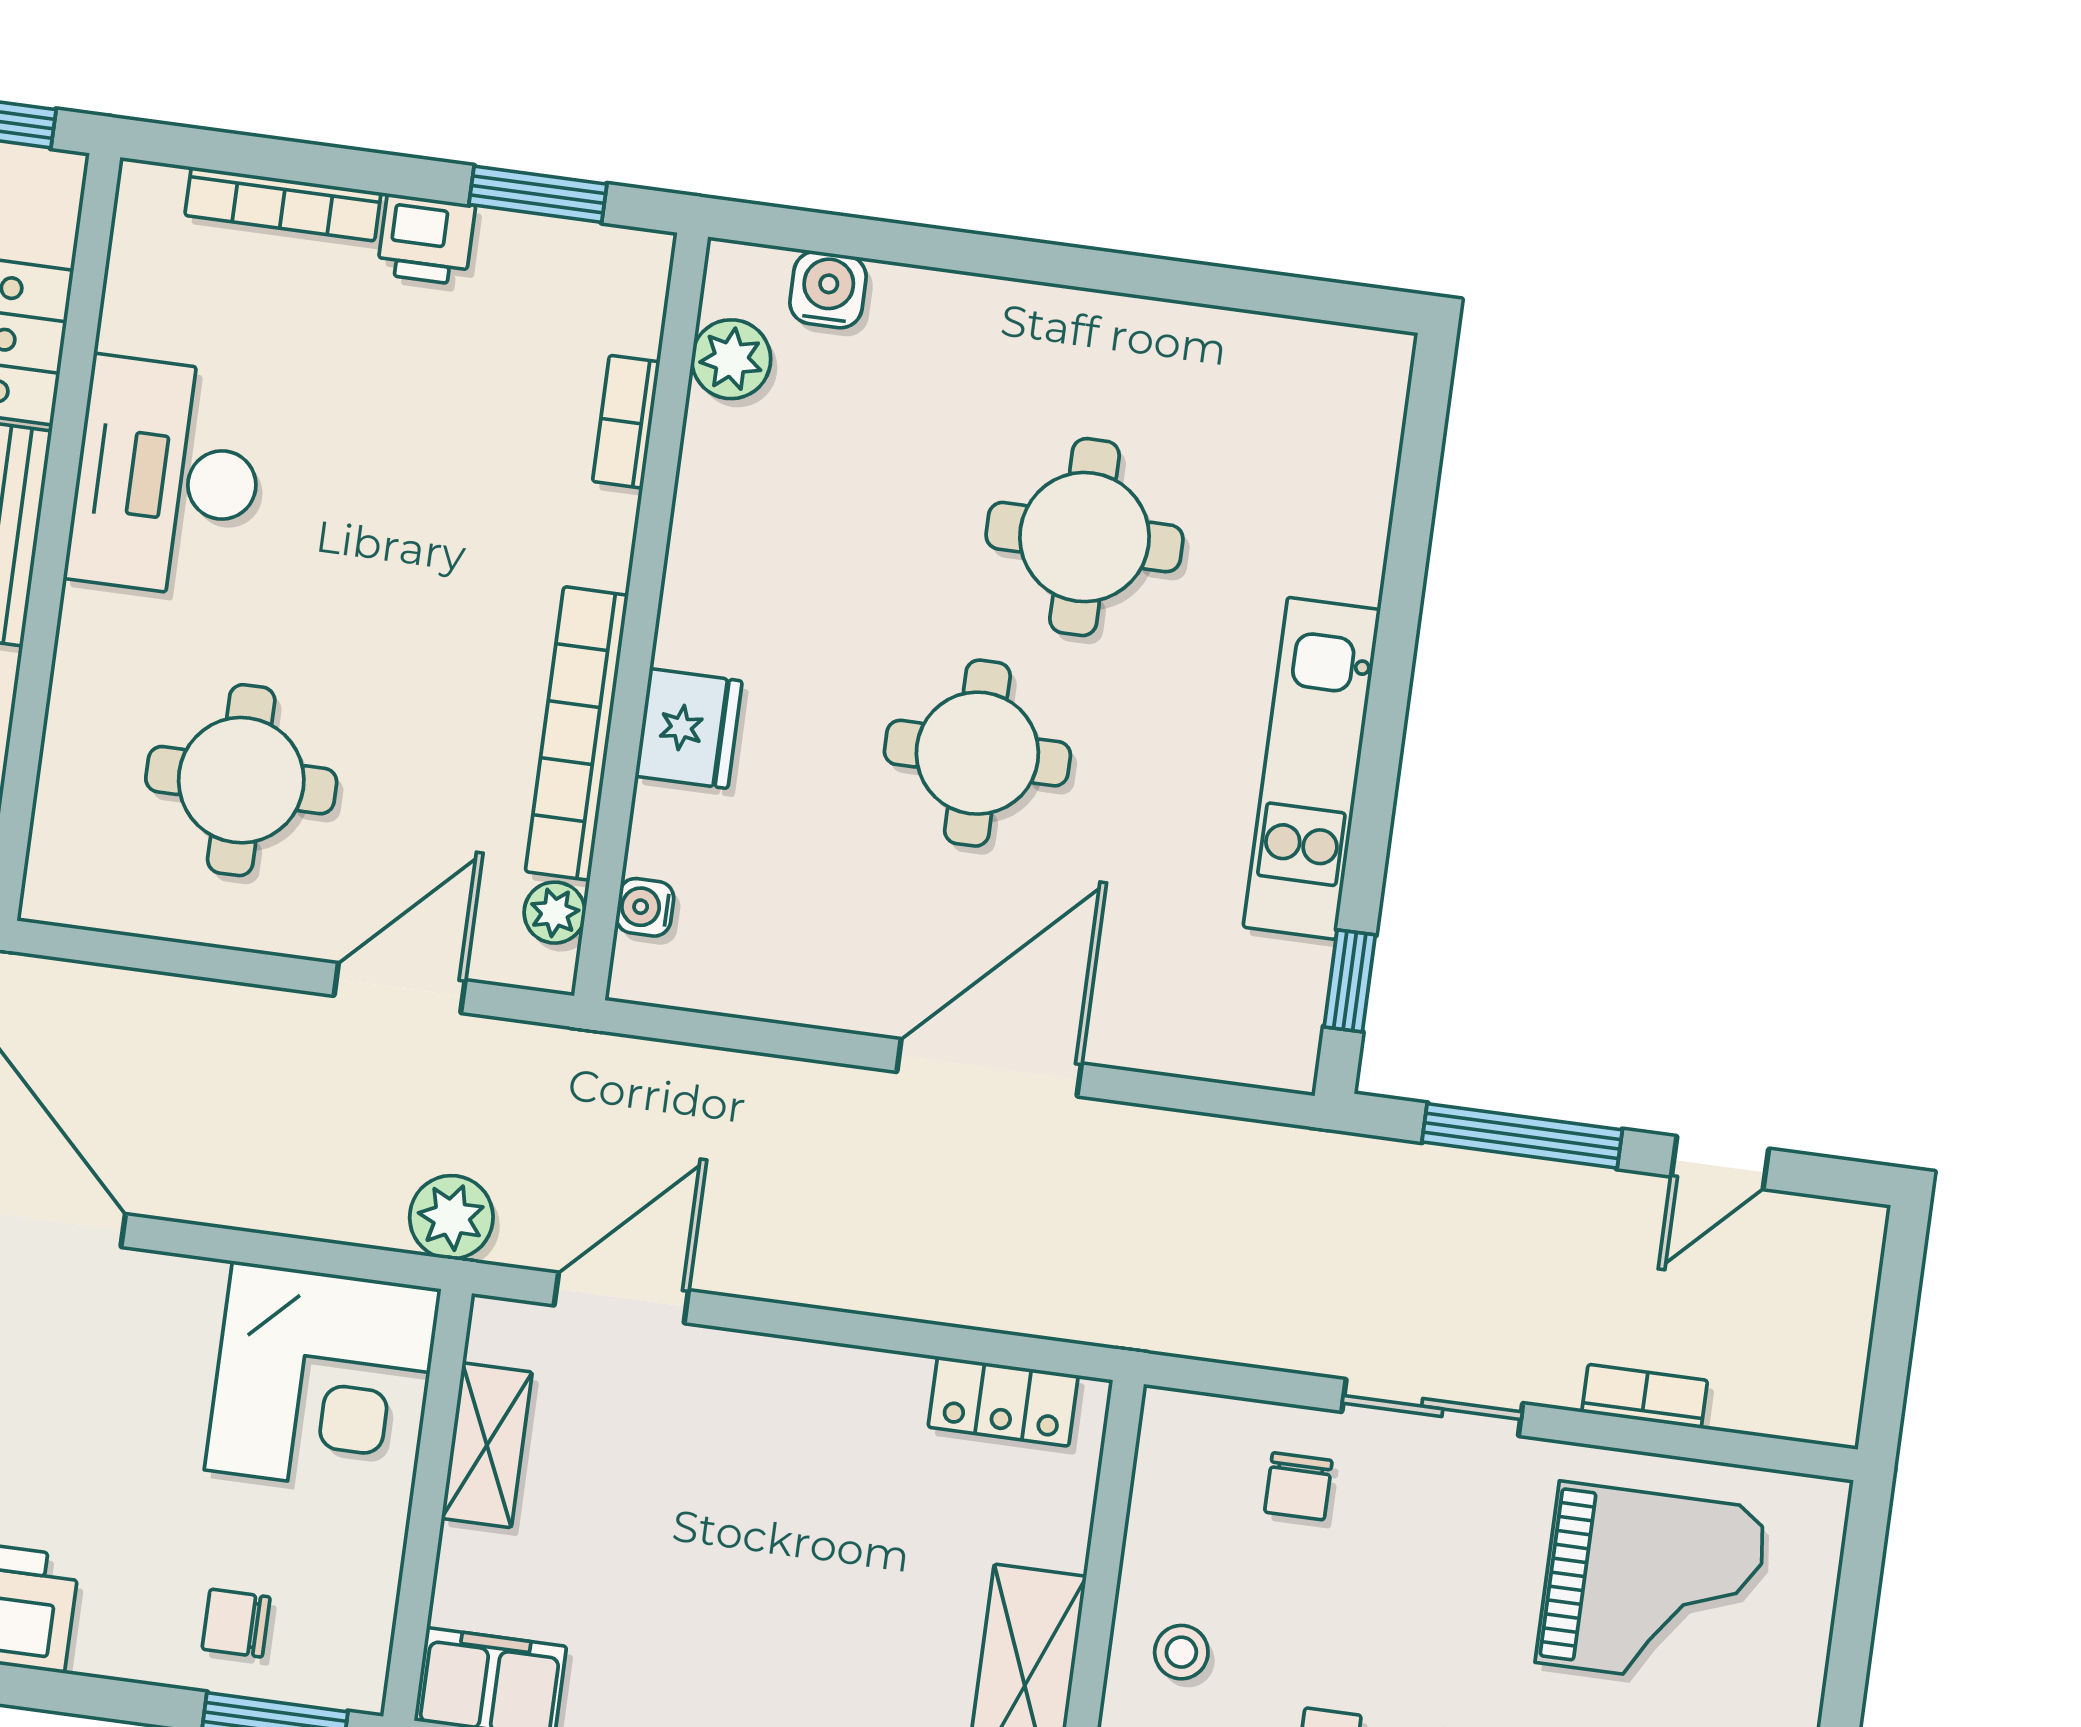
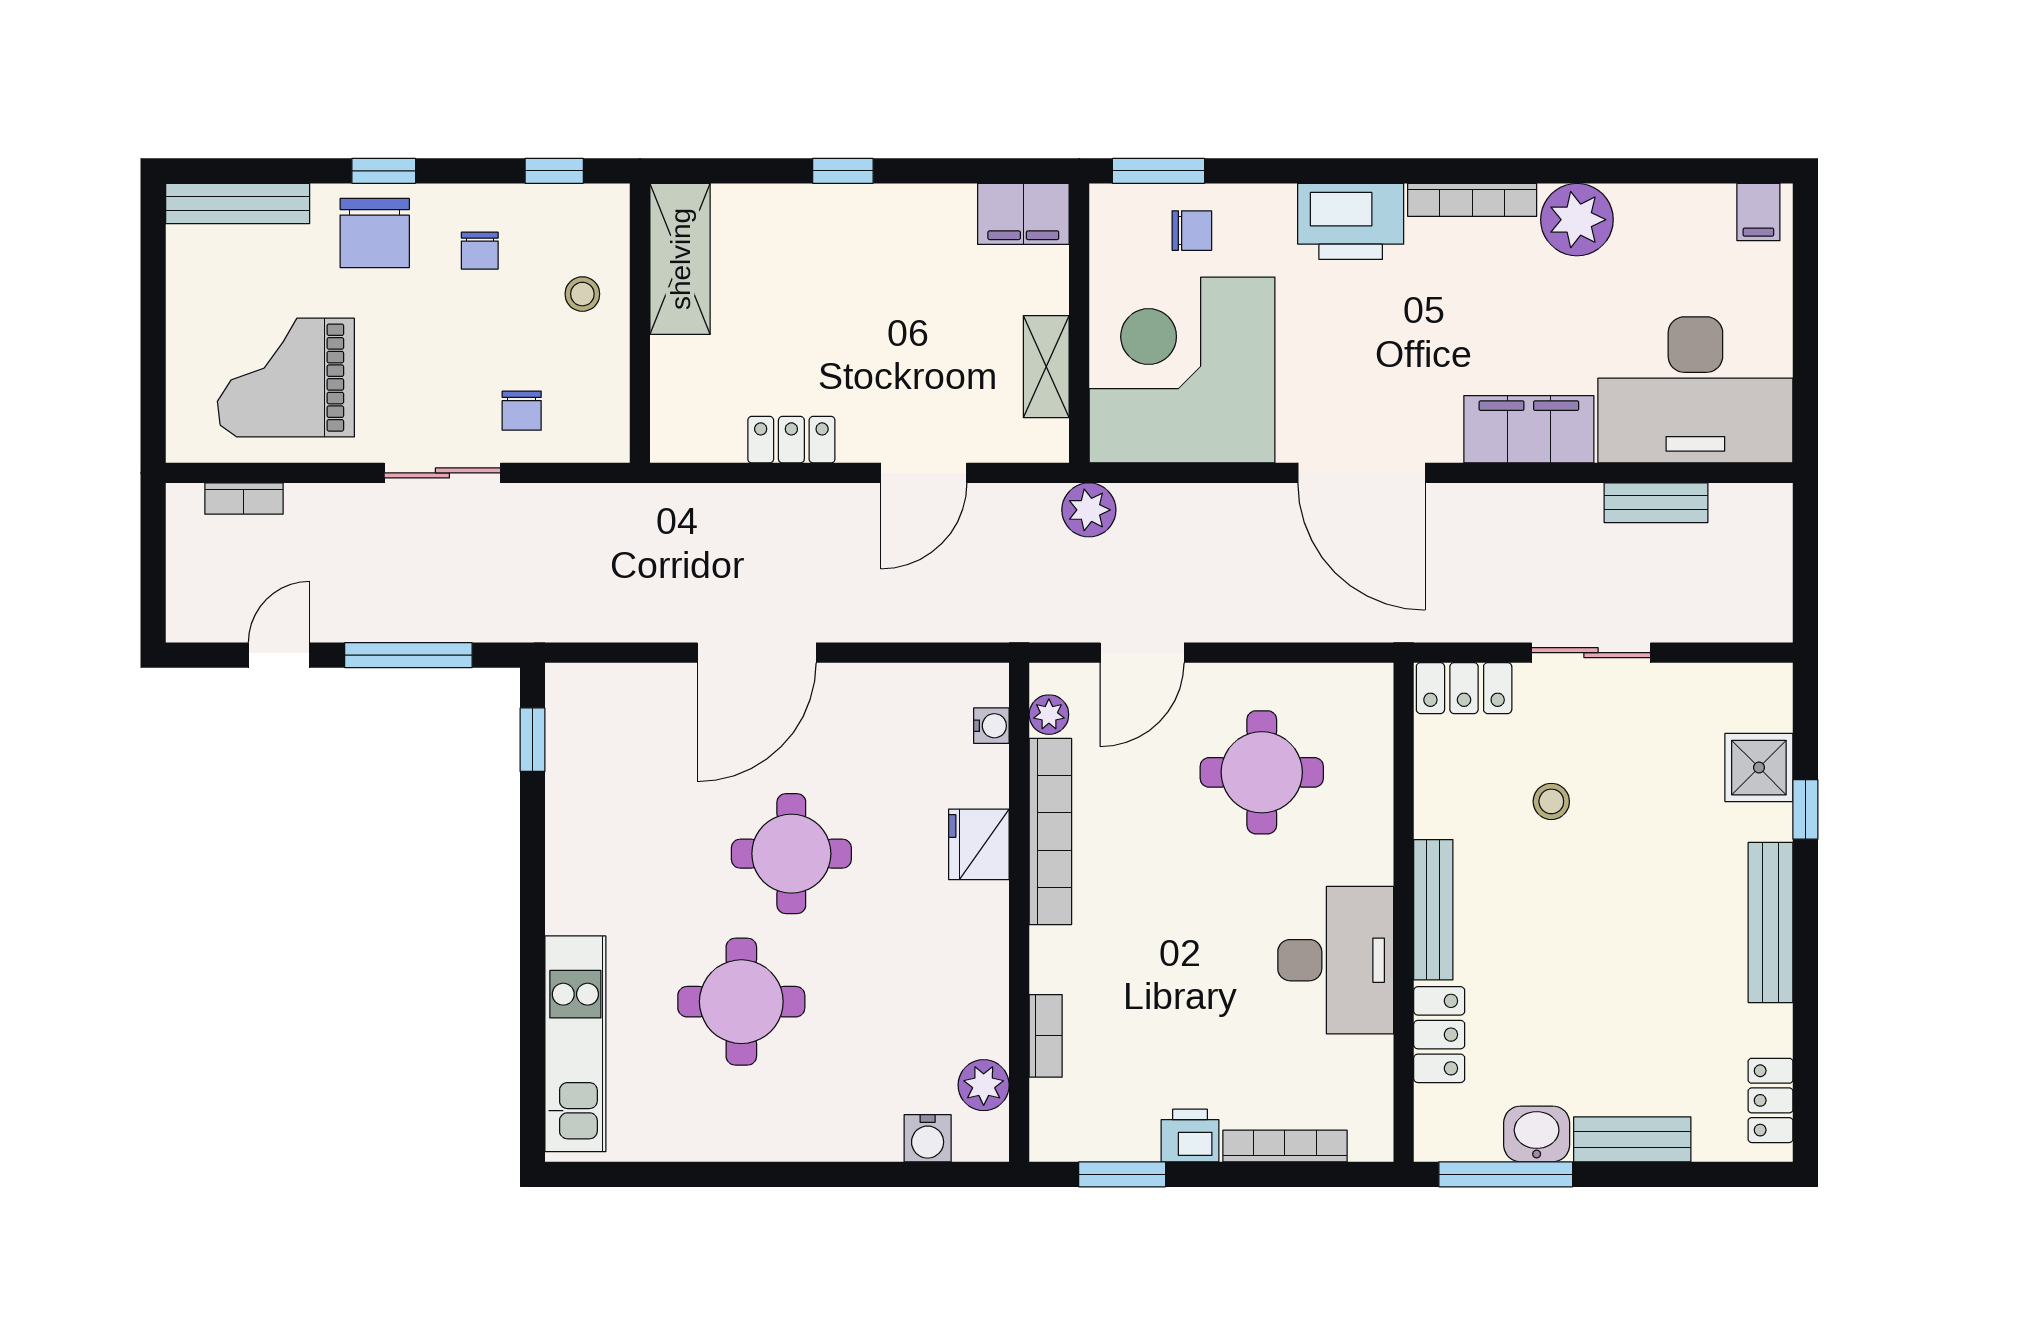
kitchen unit: (1312, 768) -> (575, 1044), moved
door: (621, 1298) -> (924, 473), moved
corner desk: (323, 1379) -> (1182, 370), width x1.36, depth x1.36
bookcase: (1645, 1396) -> (244, 499), moved
locker: (1003, 1401) -> (791, 440), moved
chair: (1298, 1486) -> (522, 411), turned 180

